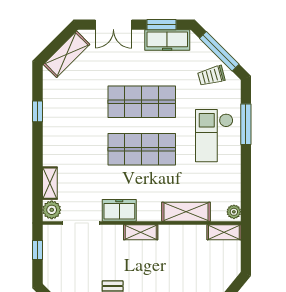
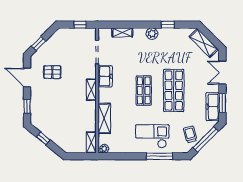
shop shelf: (142, 149) -> (144, 90), width x0.70, depth x0.74
plant: (52, 210) -> (152, 34), moved

